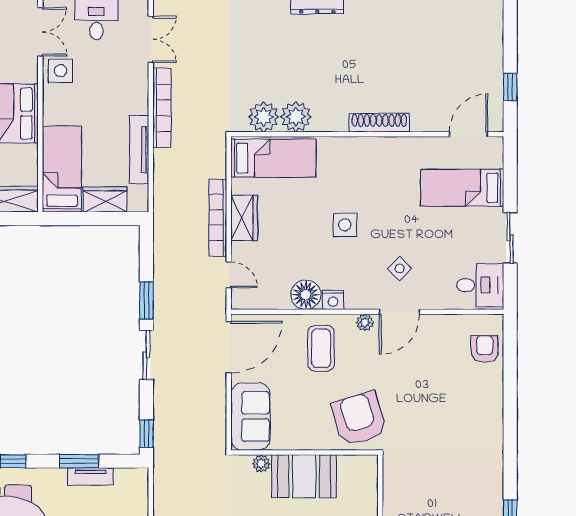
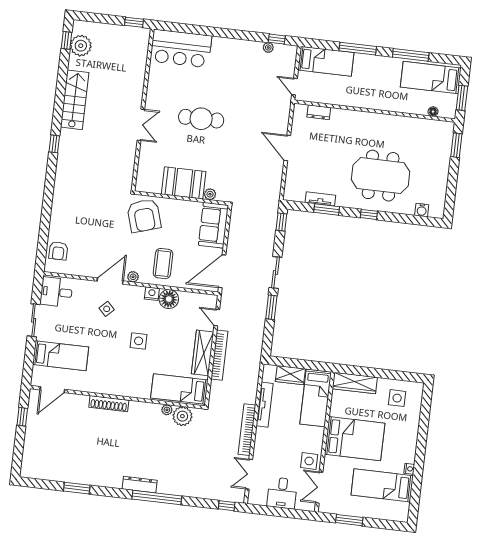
plant: (296, 117) -> (167, 410), width x0.53, depth x0.53
wardrobe: (244, 218) -> (203, 353), width x1.50

